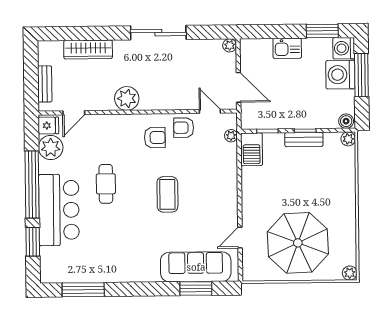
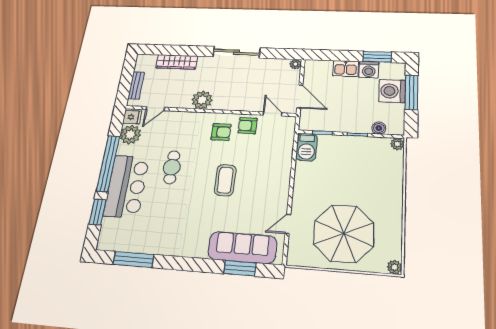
washing machine: (344, 48) -> (369, 70), moved, turned -90
boiler: (346, 121) -> (379, 128), moved
plant: (231, 136) -> (289, 135), removed
bench: (304, 140) -> (356, 142), removed

